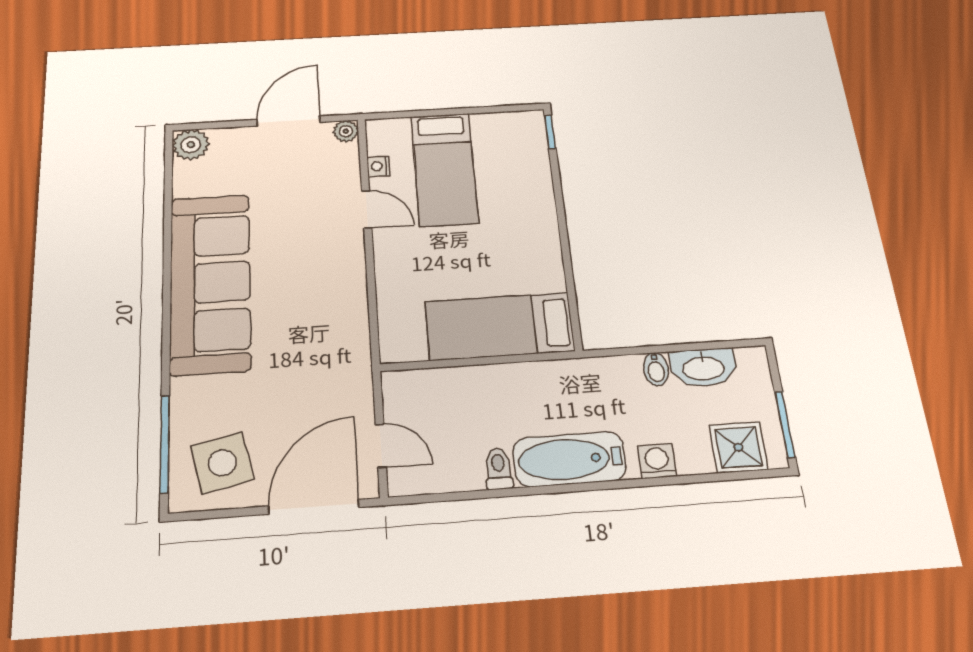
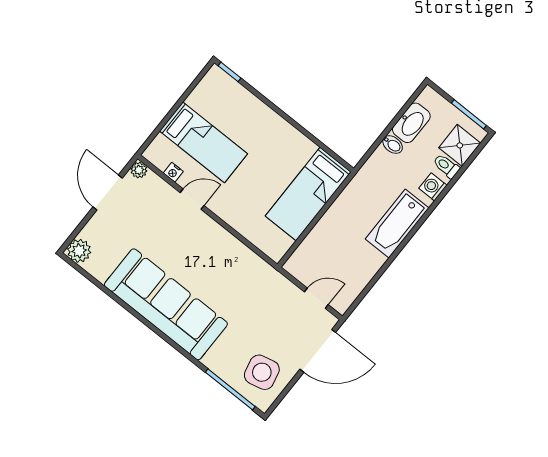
toilet: (498, 469) -> (446, 166), moved
door: (314, 507) -> (318, 351), swing flipped

